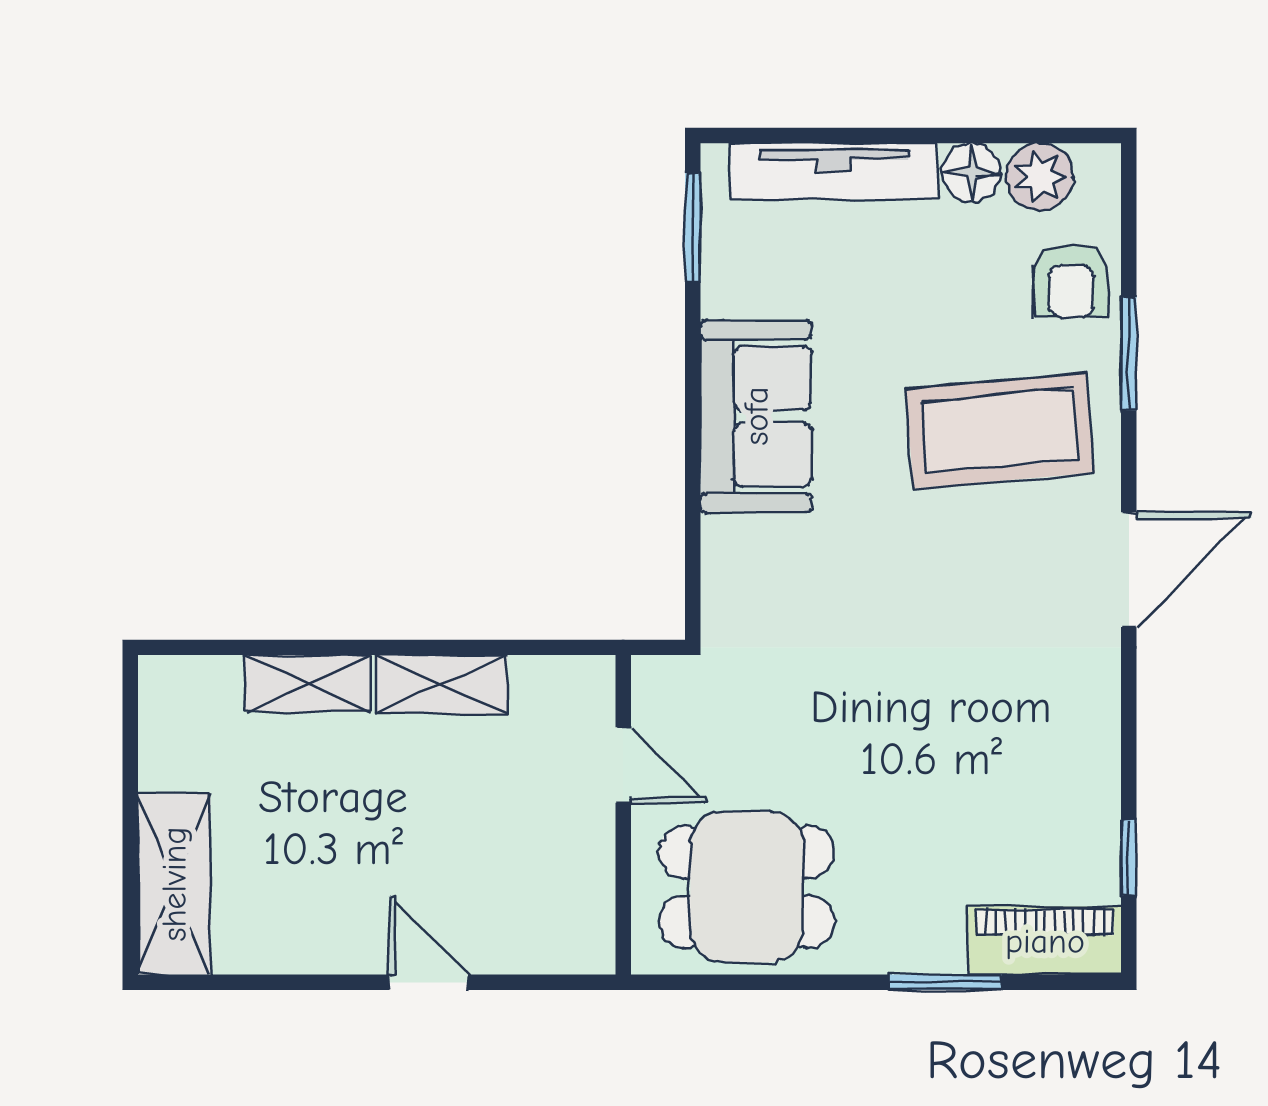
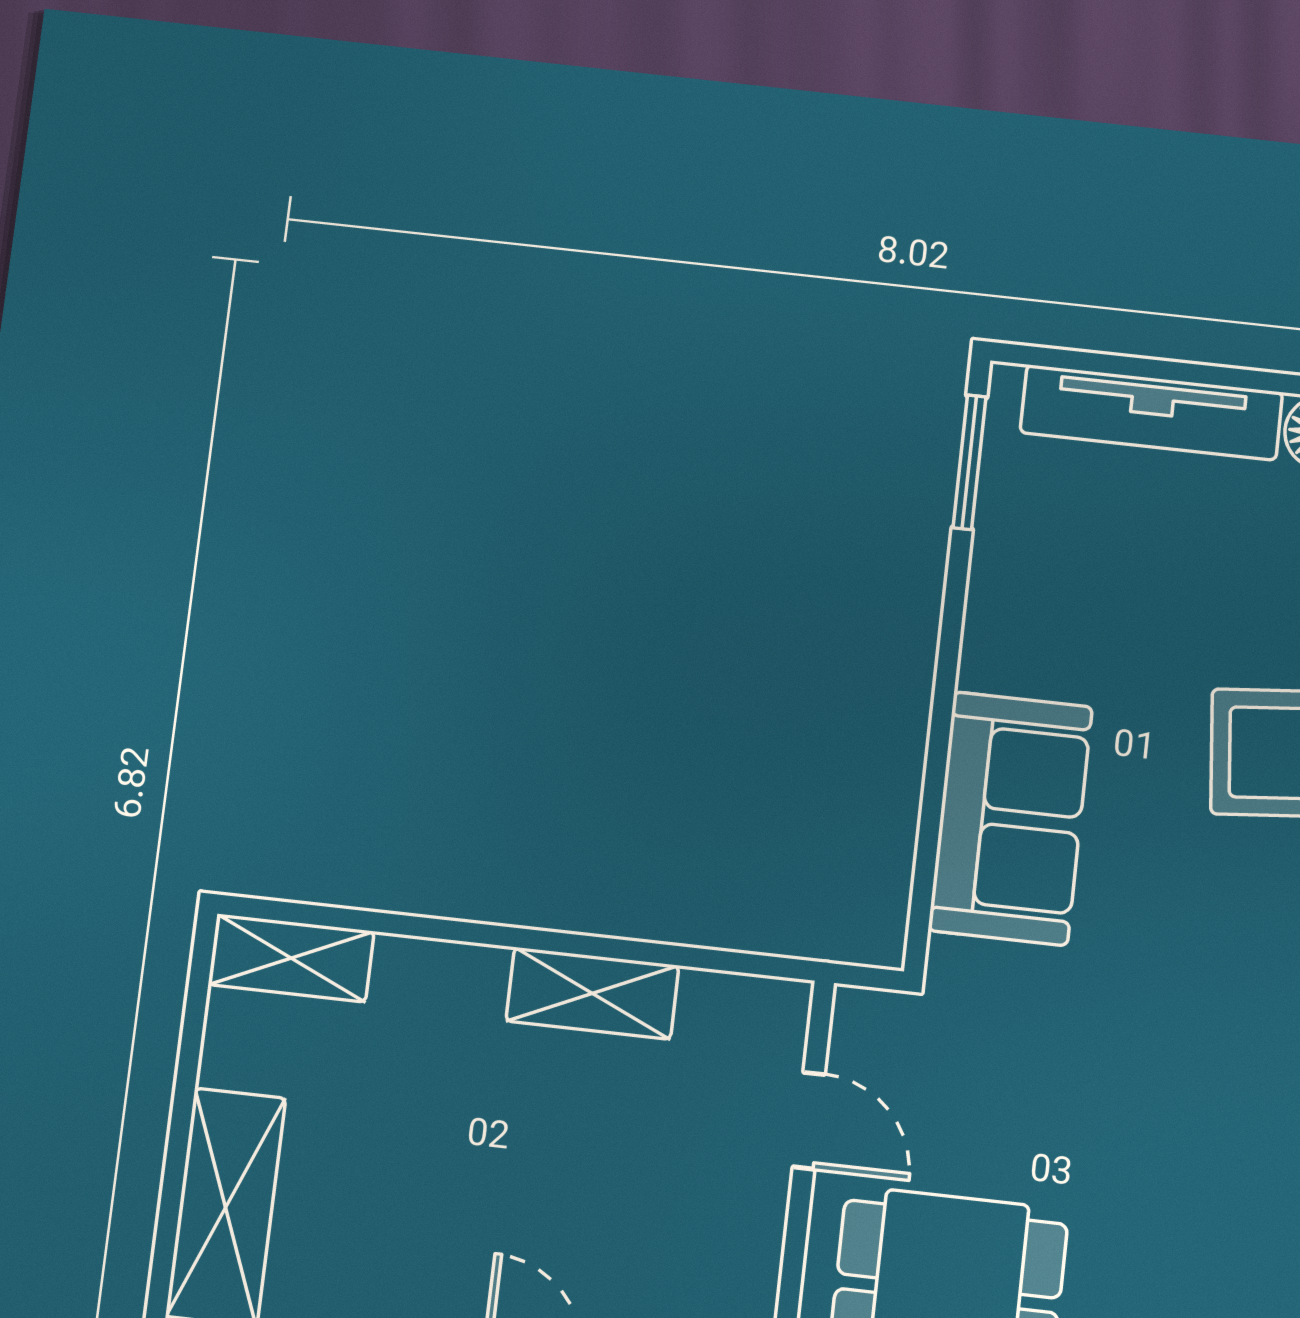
sofa: (756, 416) -> (1010, 818), moved
shelving: (308, 683) -> (291, 958), moved

